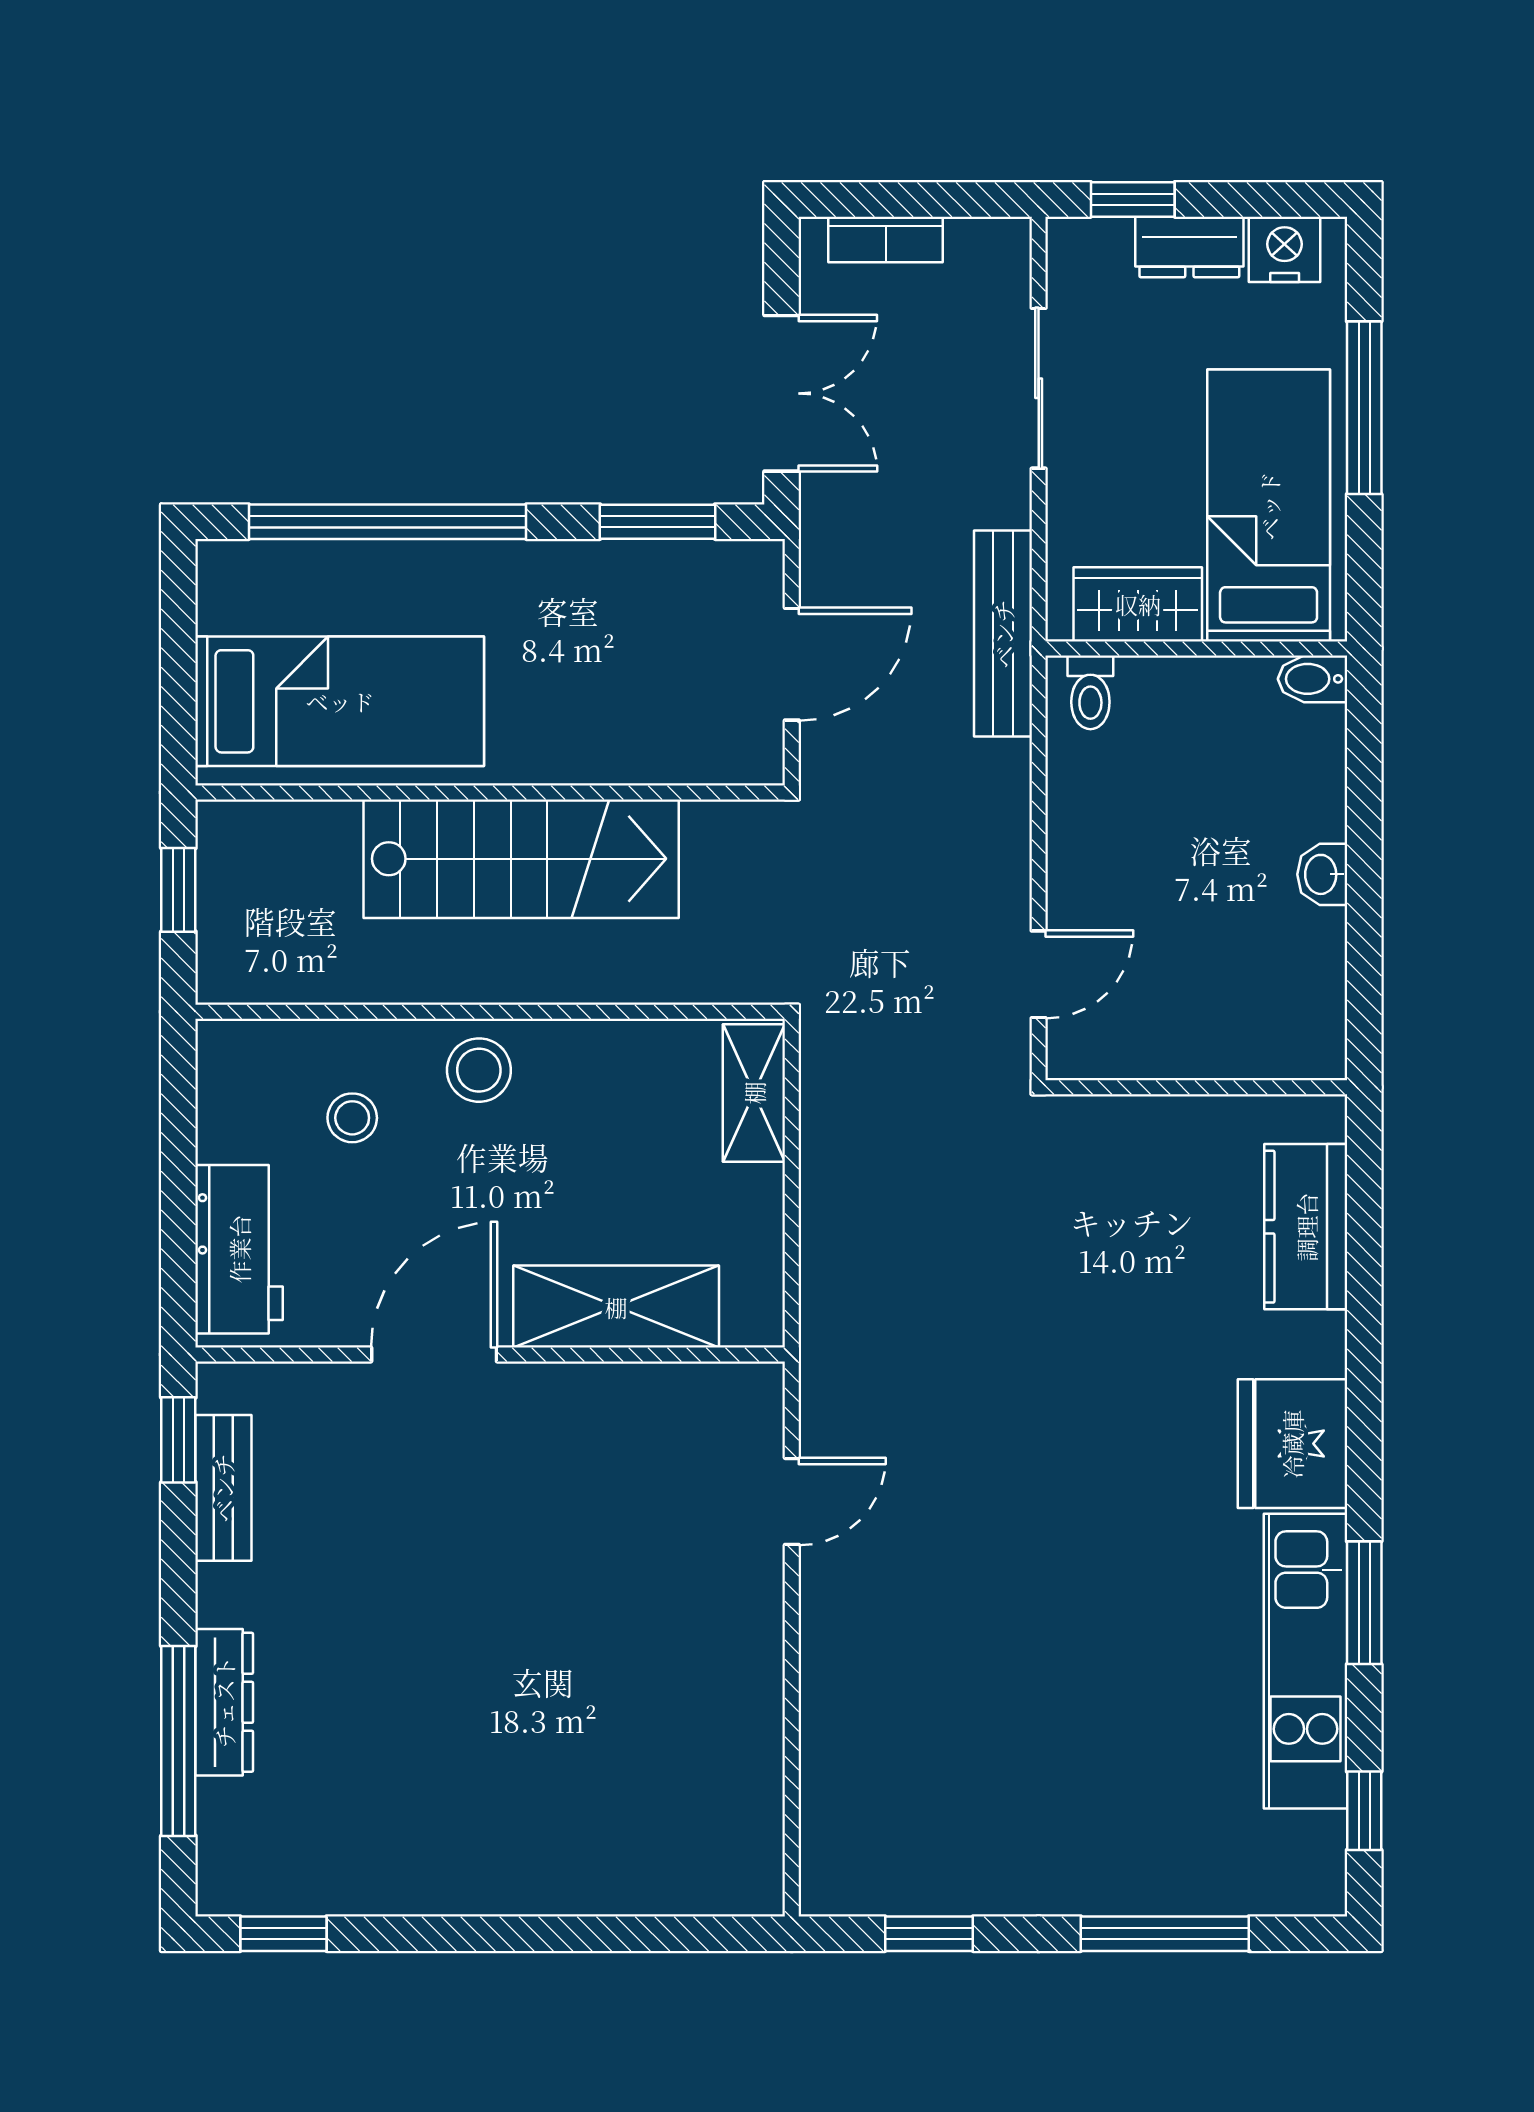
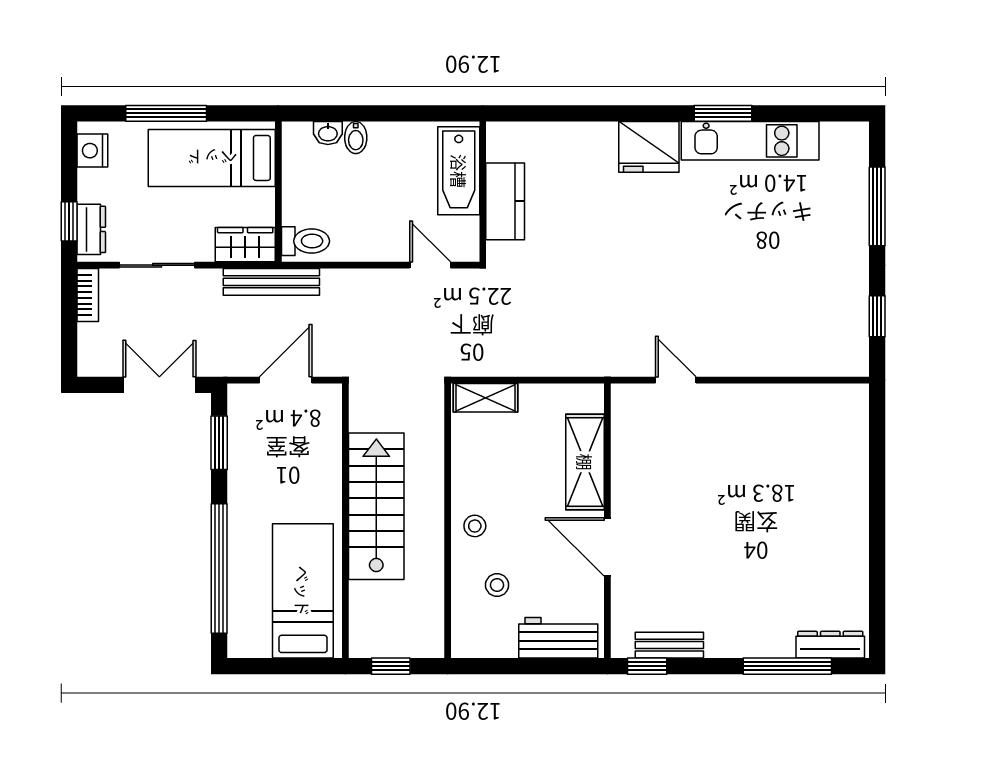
bookcase: (886, 239) -> (88, 295), moved
dresser: (1189, 247) -> (91, 229), moved
wardrobe: (1138, 604) -> (245, 245), moved, turned 90
door: (792, 664) -> (286, 380), hinge flipped
bidet: (1312, 679) -> (356, 138), moved
toilet: (1090, 692) -> (305, 241), width x1.37, depth x1.39
washbasin: (1322, 874) -> (328, 133), moved
bathtub: (1241, 1036) -> (459, 171), added
stool: (479, 1070) -> (475, 526), width x0.73, depth x0.73
kitchen counter: (1306, 1227) -> (505, 201), moved, turned -90
dresser: (224, 1702) -> (830, 645), moved
window: (1364, 1811) -> (820, 113), removed
window: (283, 1934) -> (877, 617), removed

